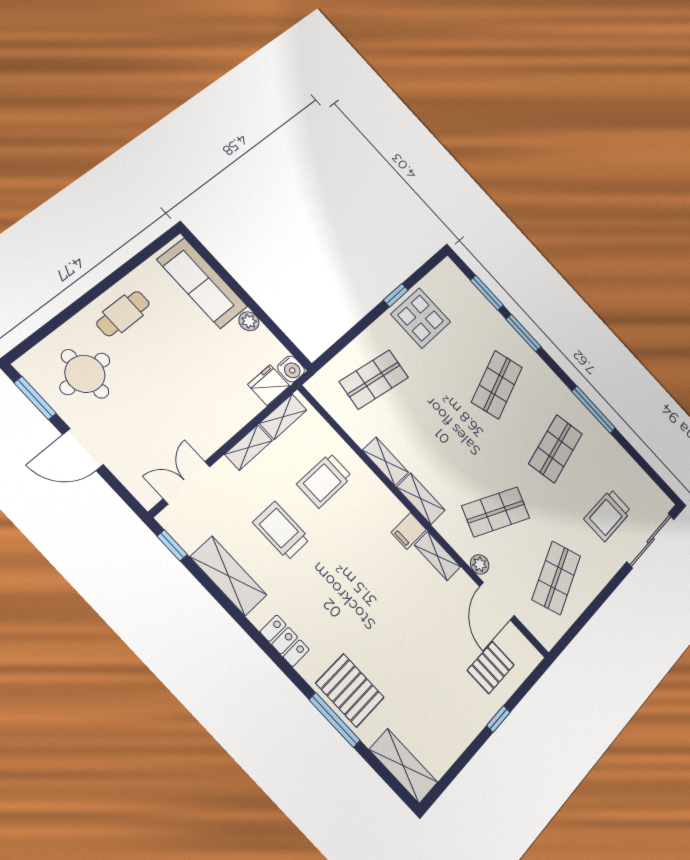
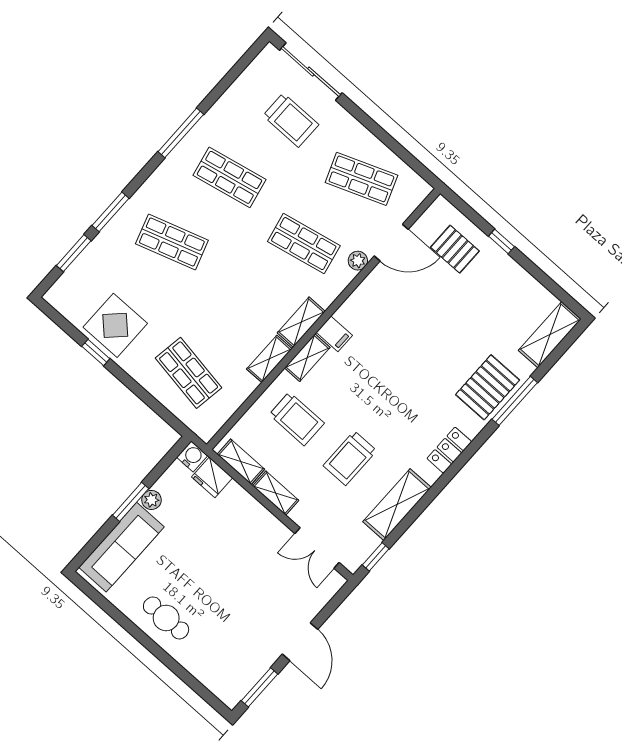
window: (248, 301) -> (131, 502), added
round table: (85, 374) -> (230, 647), removed
shop shelf: (496, 512) -> (304, 244), turned -36
shelving: (437, 556) -> (307, 358), moved

